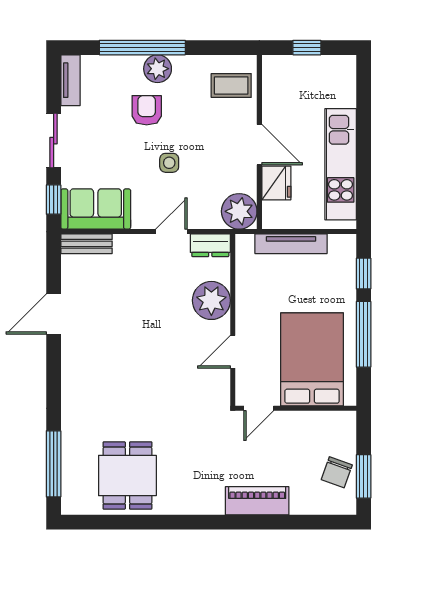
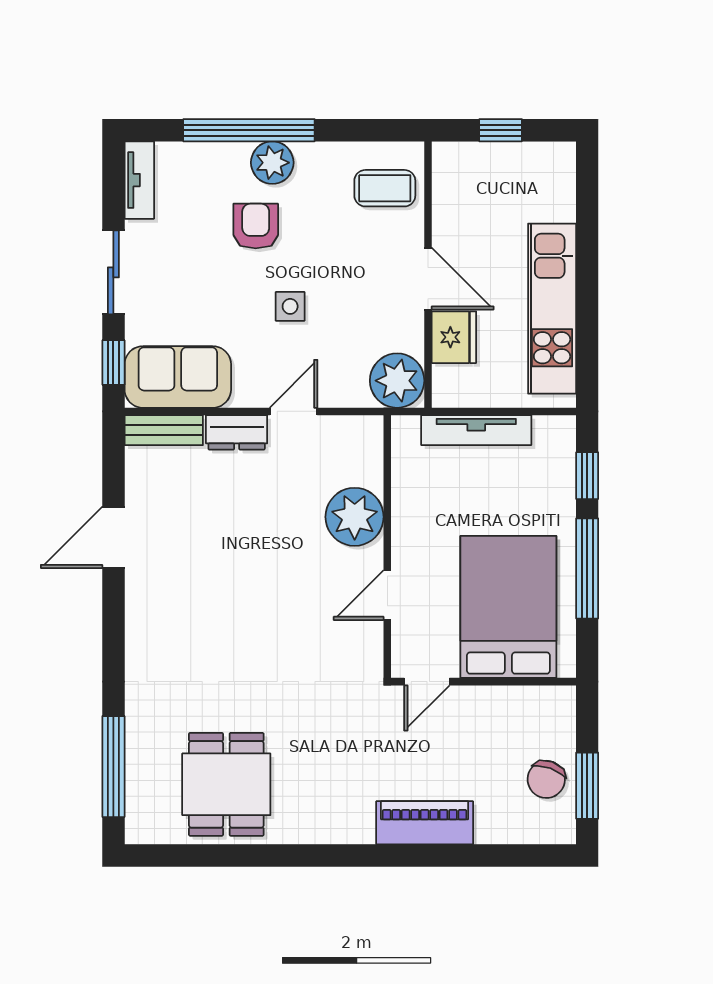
dresser: (210, 245) -> (237, 432), moved

